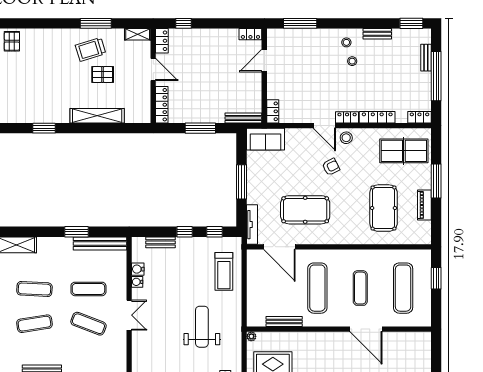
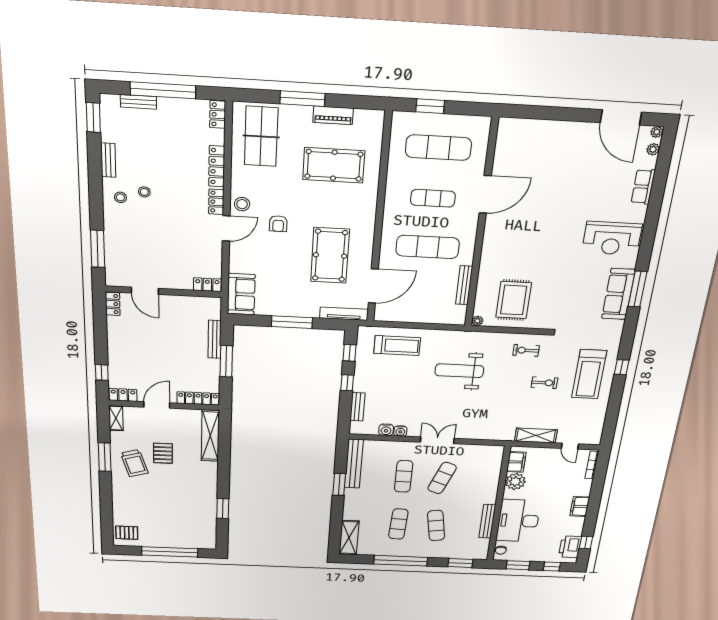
shelving: (97, 116) -> (210, 436), moved
bench: (243, 118) -> (215, 339), moved
armchair: (331, 167) -> (278, 224), turned -153

